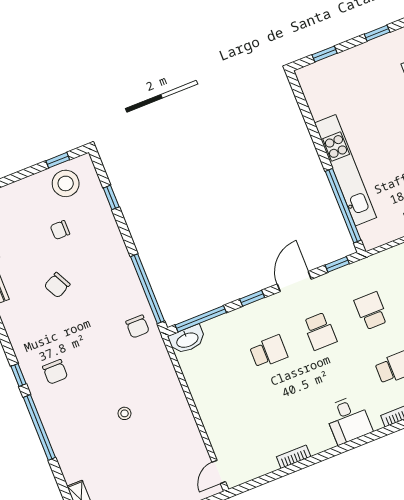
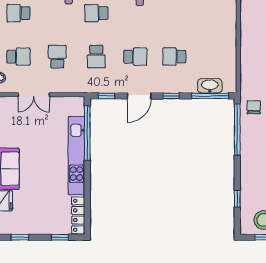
locker: (312, 93) -> (78, 215), added
school desk: (320, 331) -> (135, 57), turned 90
washbasin: (187, 340) -> (210, 86), moved

